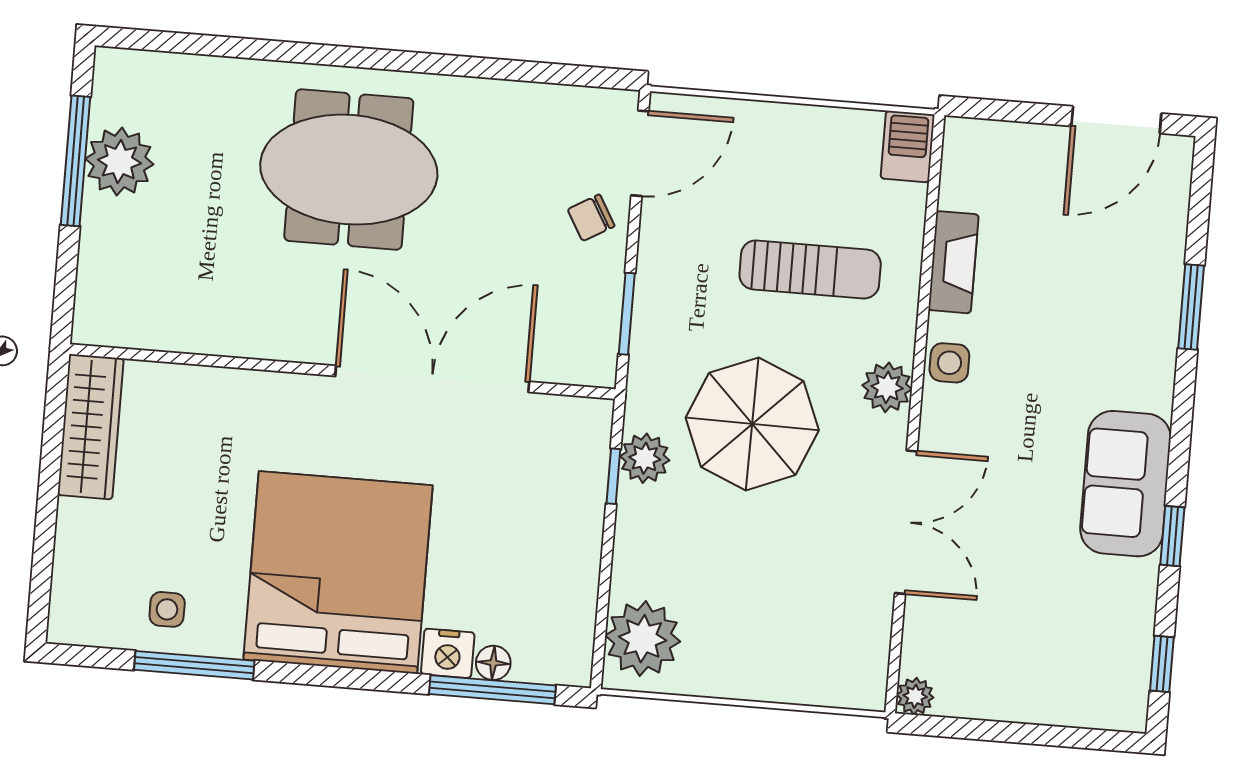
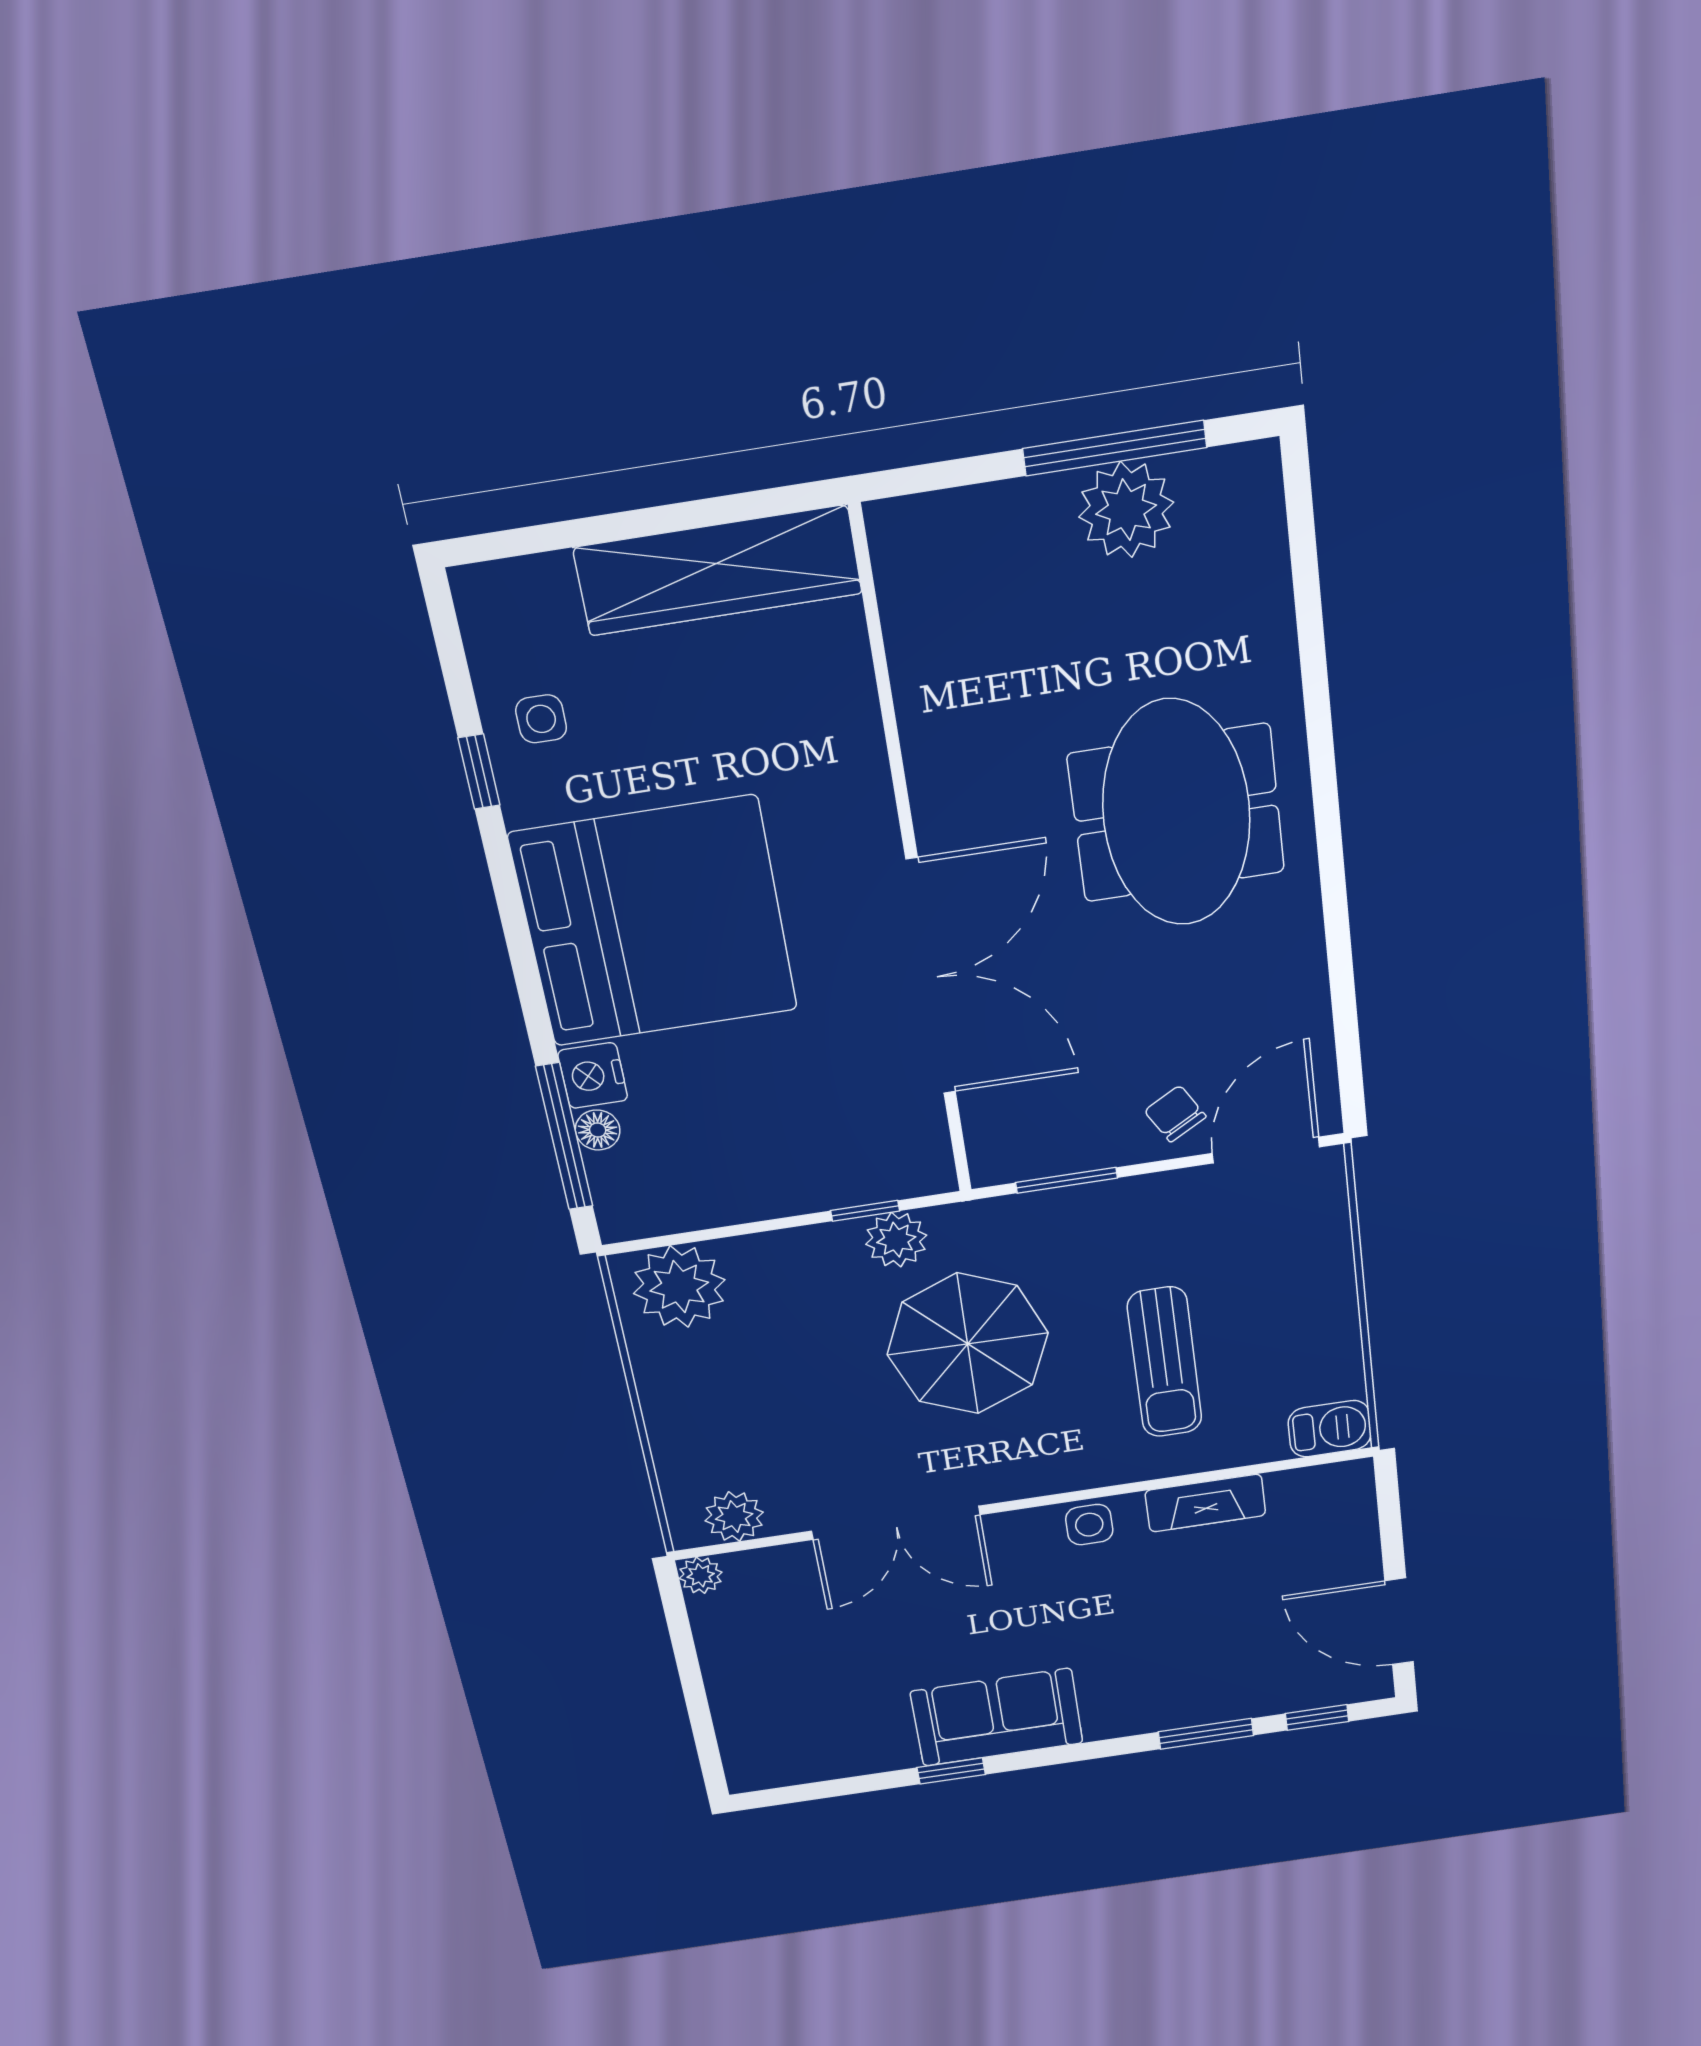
door: (640, 153) -> (1266, 1150), swing flipped
plant: (887, 387) -> (734, 1517), moved
wardrobe: (91, 427) -> (718, 571), width x1.40, depth x1.17
window: (1162, 664) -> (1317, 1717), moved
window: (194, 665) -> (479, 772), width x0.46

